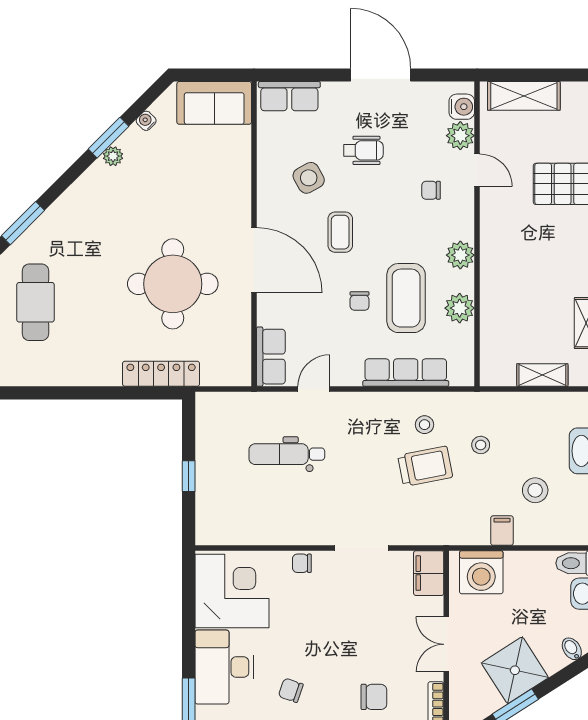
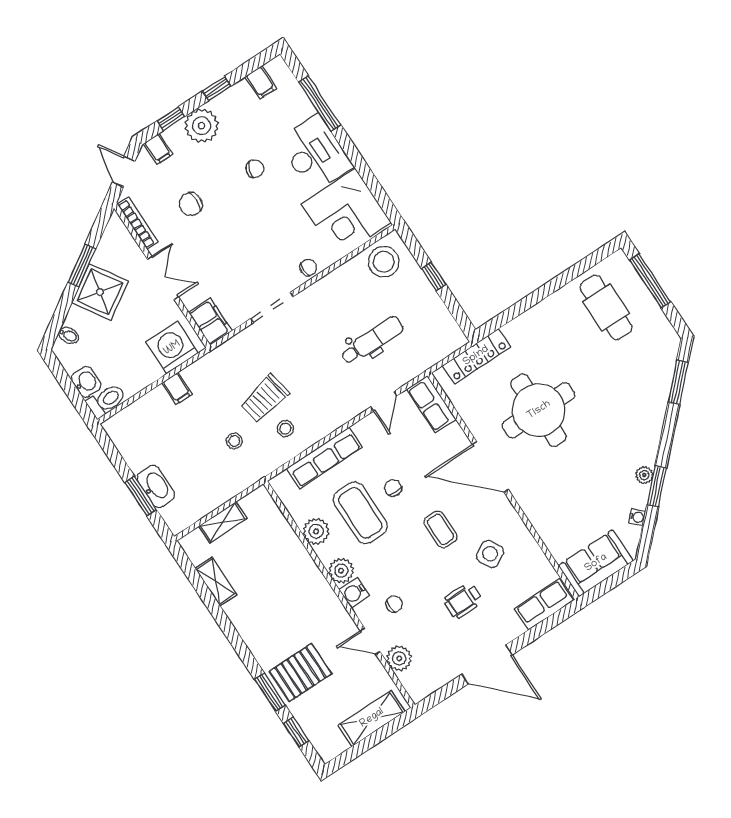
water cooler: (462, 107) -> (354, 593), moved
cafe table: (35, 302) -> (606, 307), moved
locker: (161, 374) -> (476, 356), moved
stool: (535, 490) -> (384, 262), moved, width x1.38, depth x1.38

